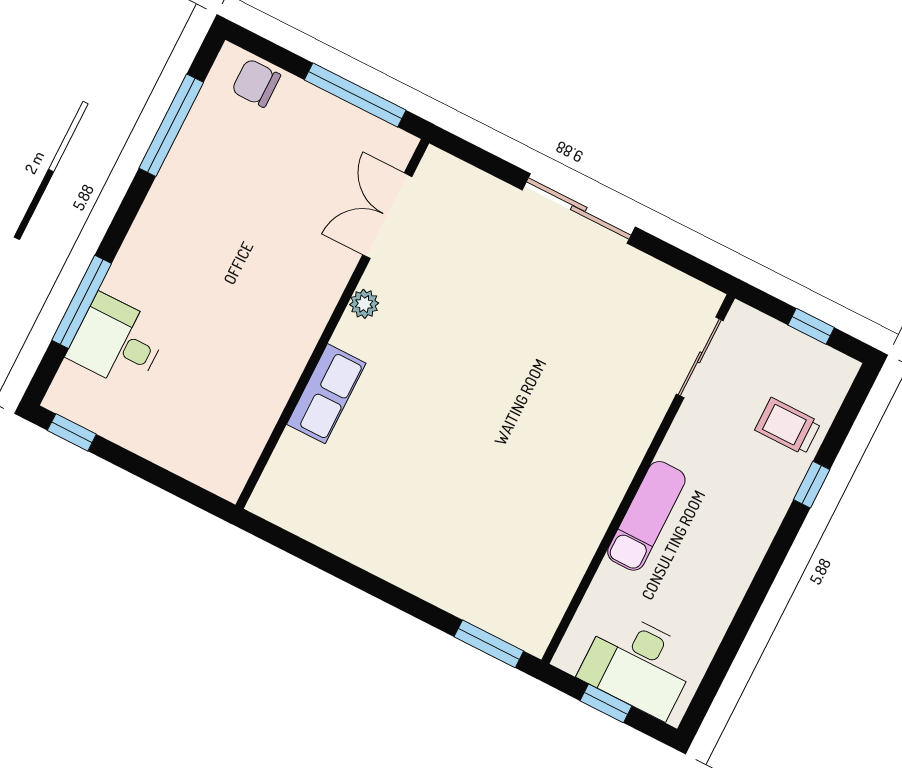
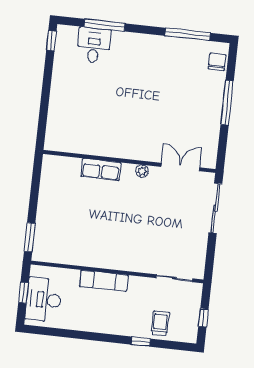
double door: (387, 216) -> (180, 167), moved
plant: (364, 304) -> (142, 171), moved
wall: (332, 324) -> (129, 161), moved
row of seats: (326, 394) -> (101, 169), moved

